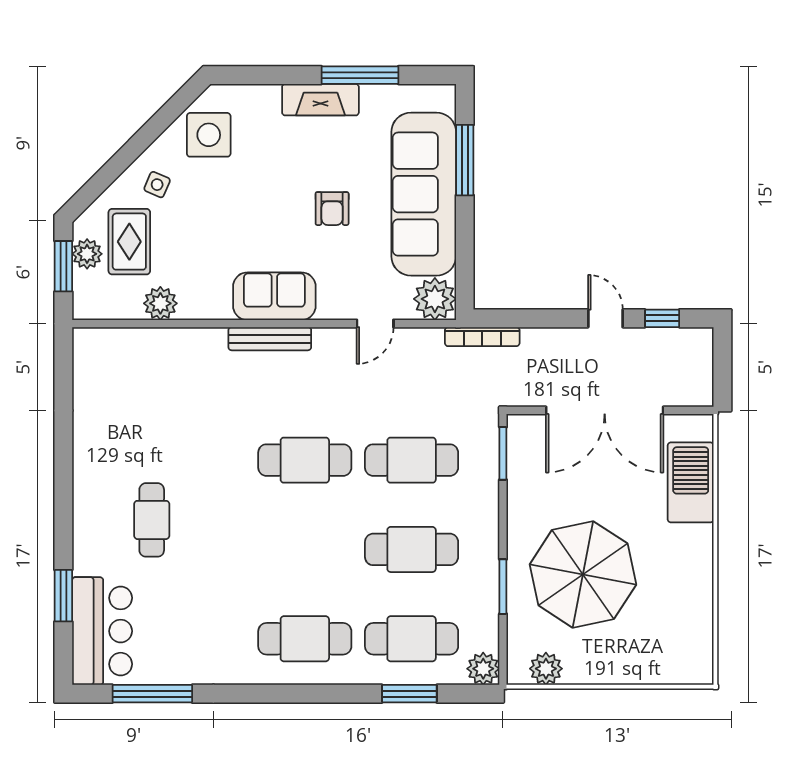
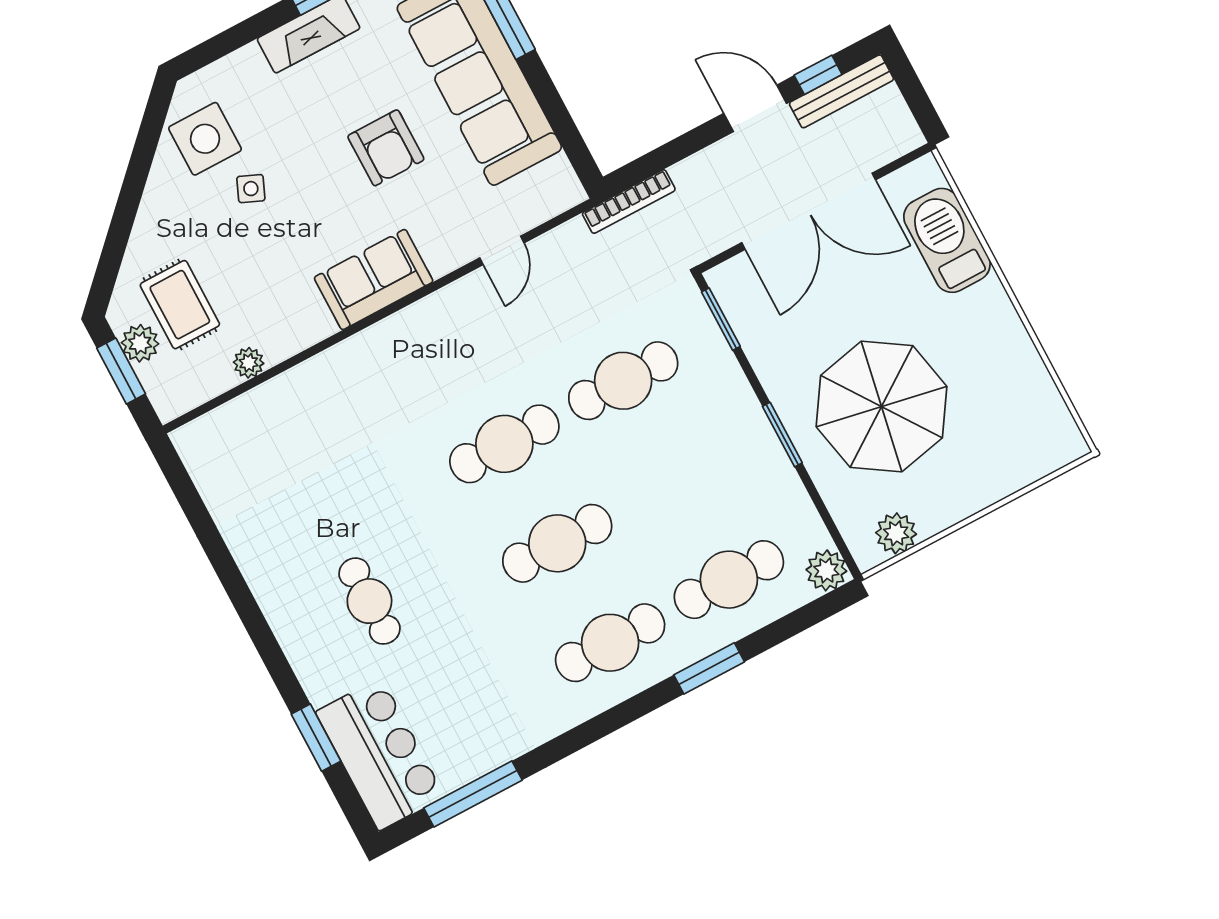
side table: (157, 185) -> (251, 189), moved
armchair: (332, 209) -> (386, 148), width x1.38, depth x1.38
plant: (435, 299) -> (554, 188), removed
plant: (160, 303) -> (249, 363), width x0.73, depth x0.73
door: (605, 318) -> (755, 108), width x1.38
bench: (270, 339) -> (841, 91), moved
cafe table: (412, 549) -> (557, 543), moved
window: (503, 587) -> (782, 435), moved
window: (409, 694) -> (709, 668), moved

